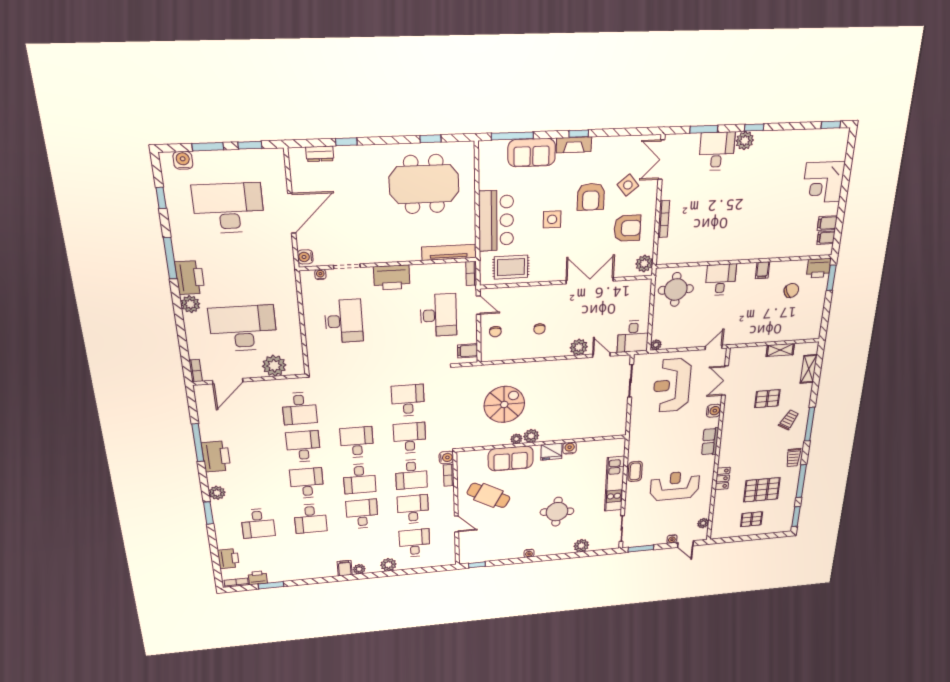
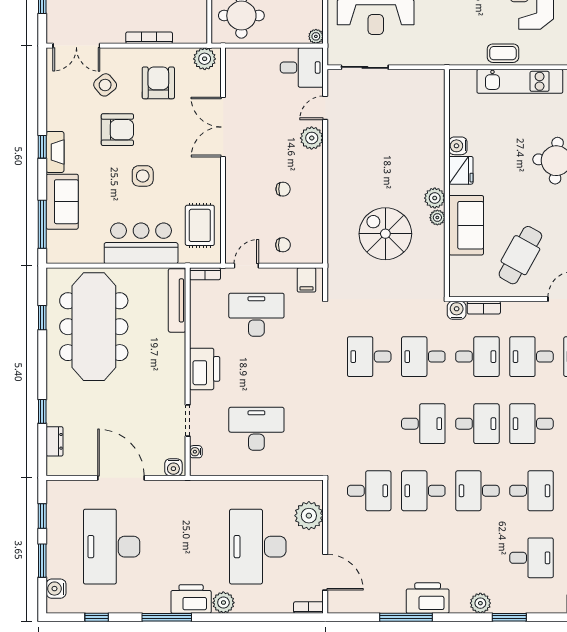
meeting table: (424, 184) -> (94, 327), width x1.36
desk: (357, 442) -> (423, 424), turned 180

